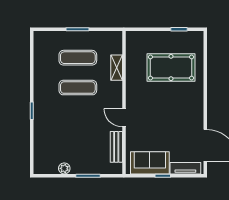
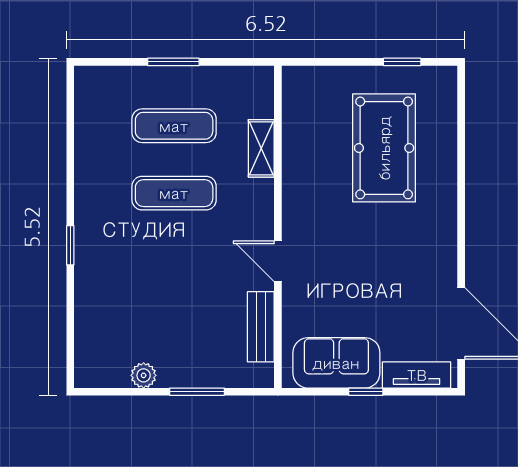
pool table: (171, 68) -> (384, 148), turned 90

